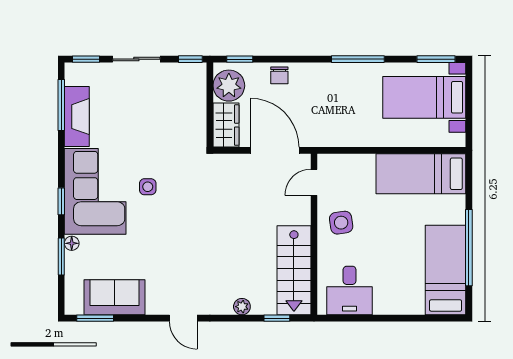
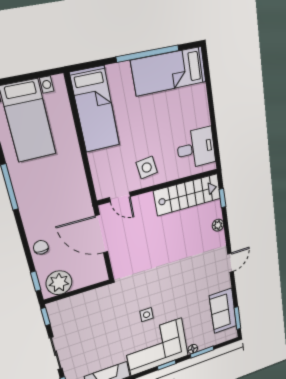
chair: (279, 75) -> (41, 247), turned -90
wardrobe: (226, 125) -> (90, 275), removed
door: (275, 150) -> (102, 234), hinge flipped

